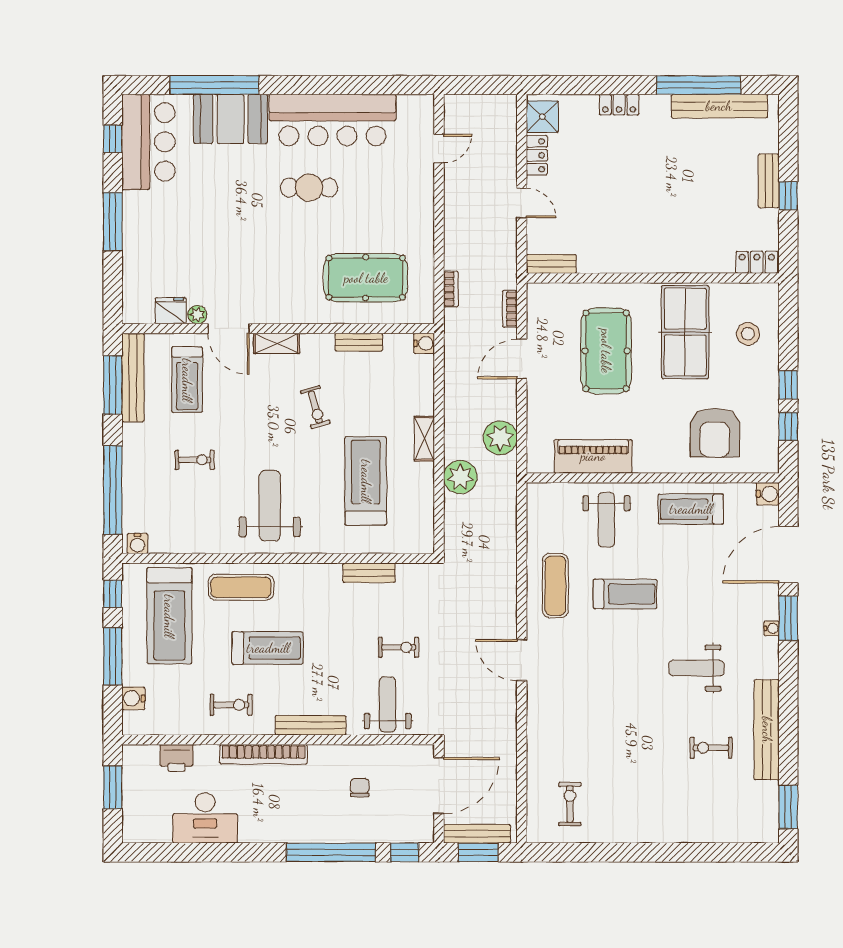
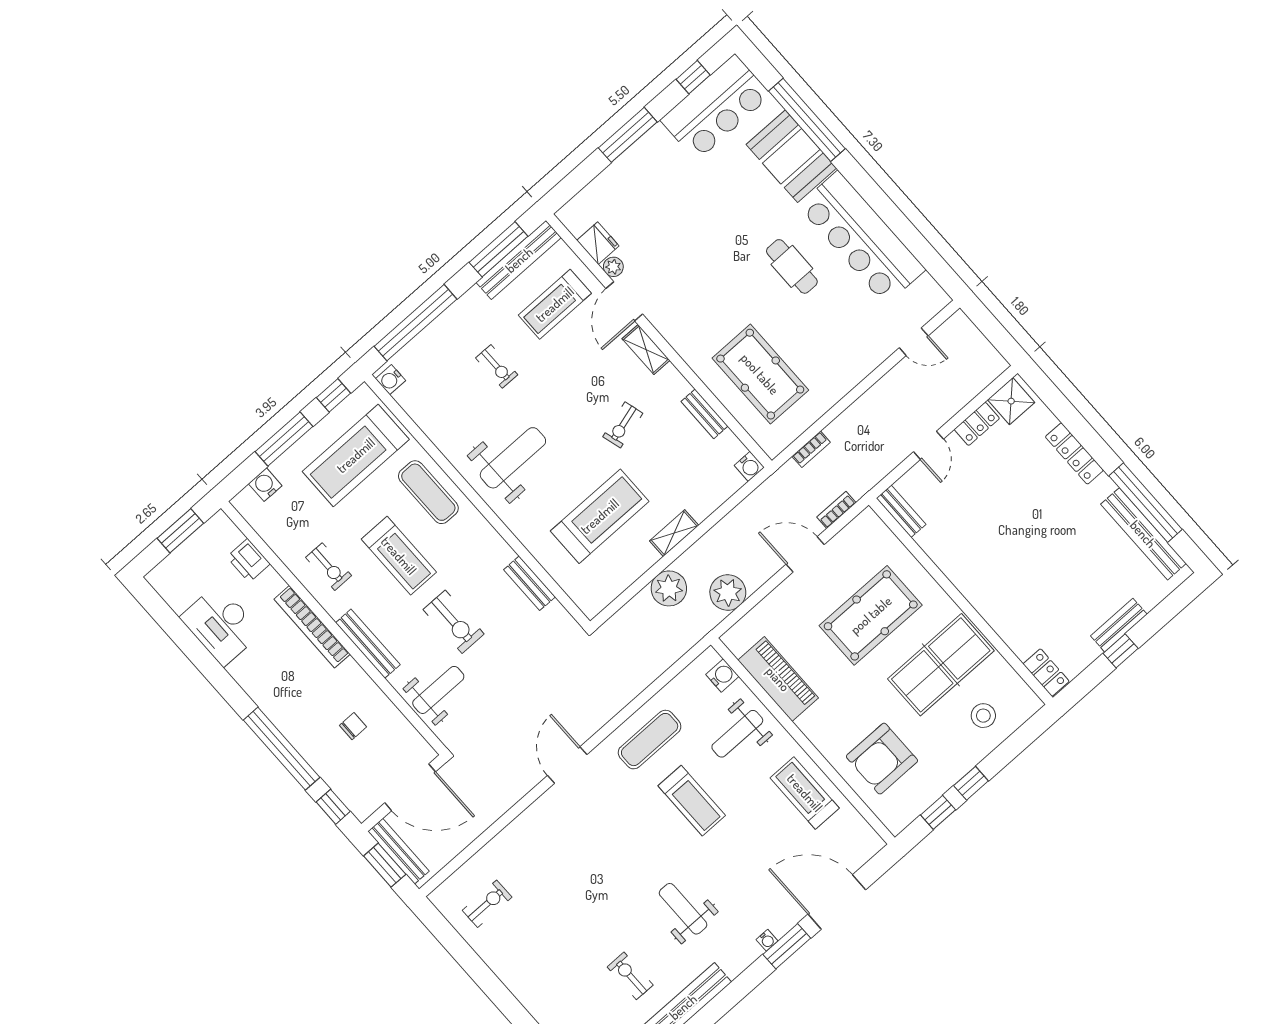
locker: (619, 105) -> (1074, 453), width x1.53
water cooler: (768, 494) -> (722, 675), moved, turned -90
exercise bike: (399, 647) -> (454, 622), moved, width x1.38, depth x1.39

